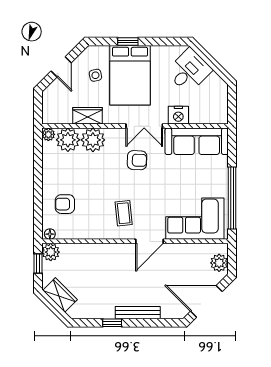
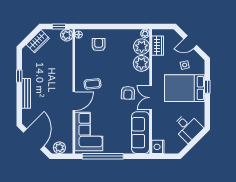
nightstand: (178, 115) -> (158, 147), moved
wardrobe: (87, 116) -> (158, 46), moved
door: (149, 241) -> (74, 101), swing flipped

